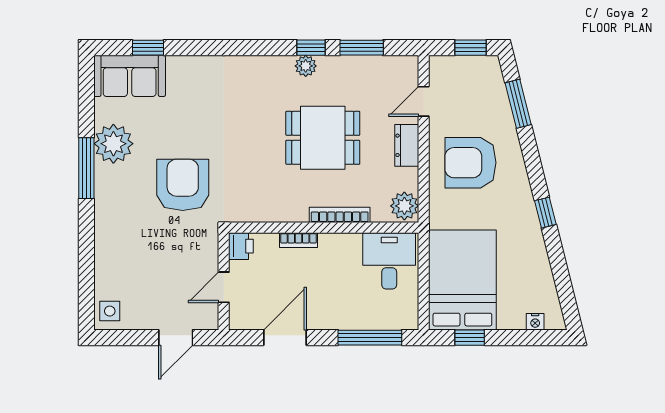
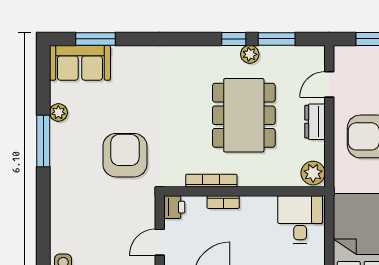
window: (148, 48) -> (96, 39), width x1.50
plant: (306, 66) -> (250, 54), moved
dining table: (323, 138) -> (244, 115), width x1.38
plant: (113, 144) -> (58, 113), width x0.53, depth x0.53
bookcase: (340, 215) -> (211, 181), moved

